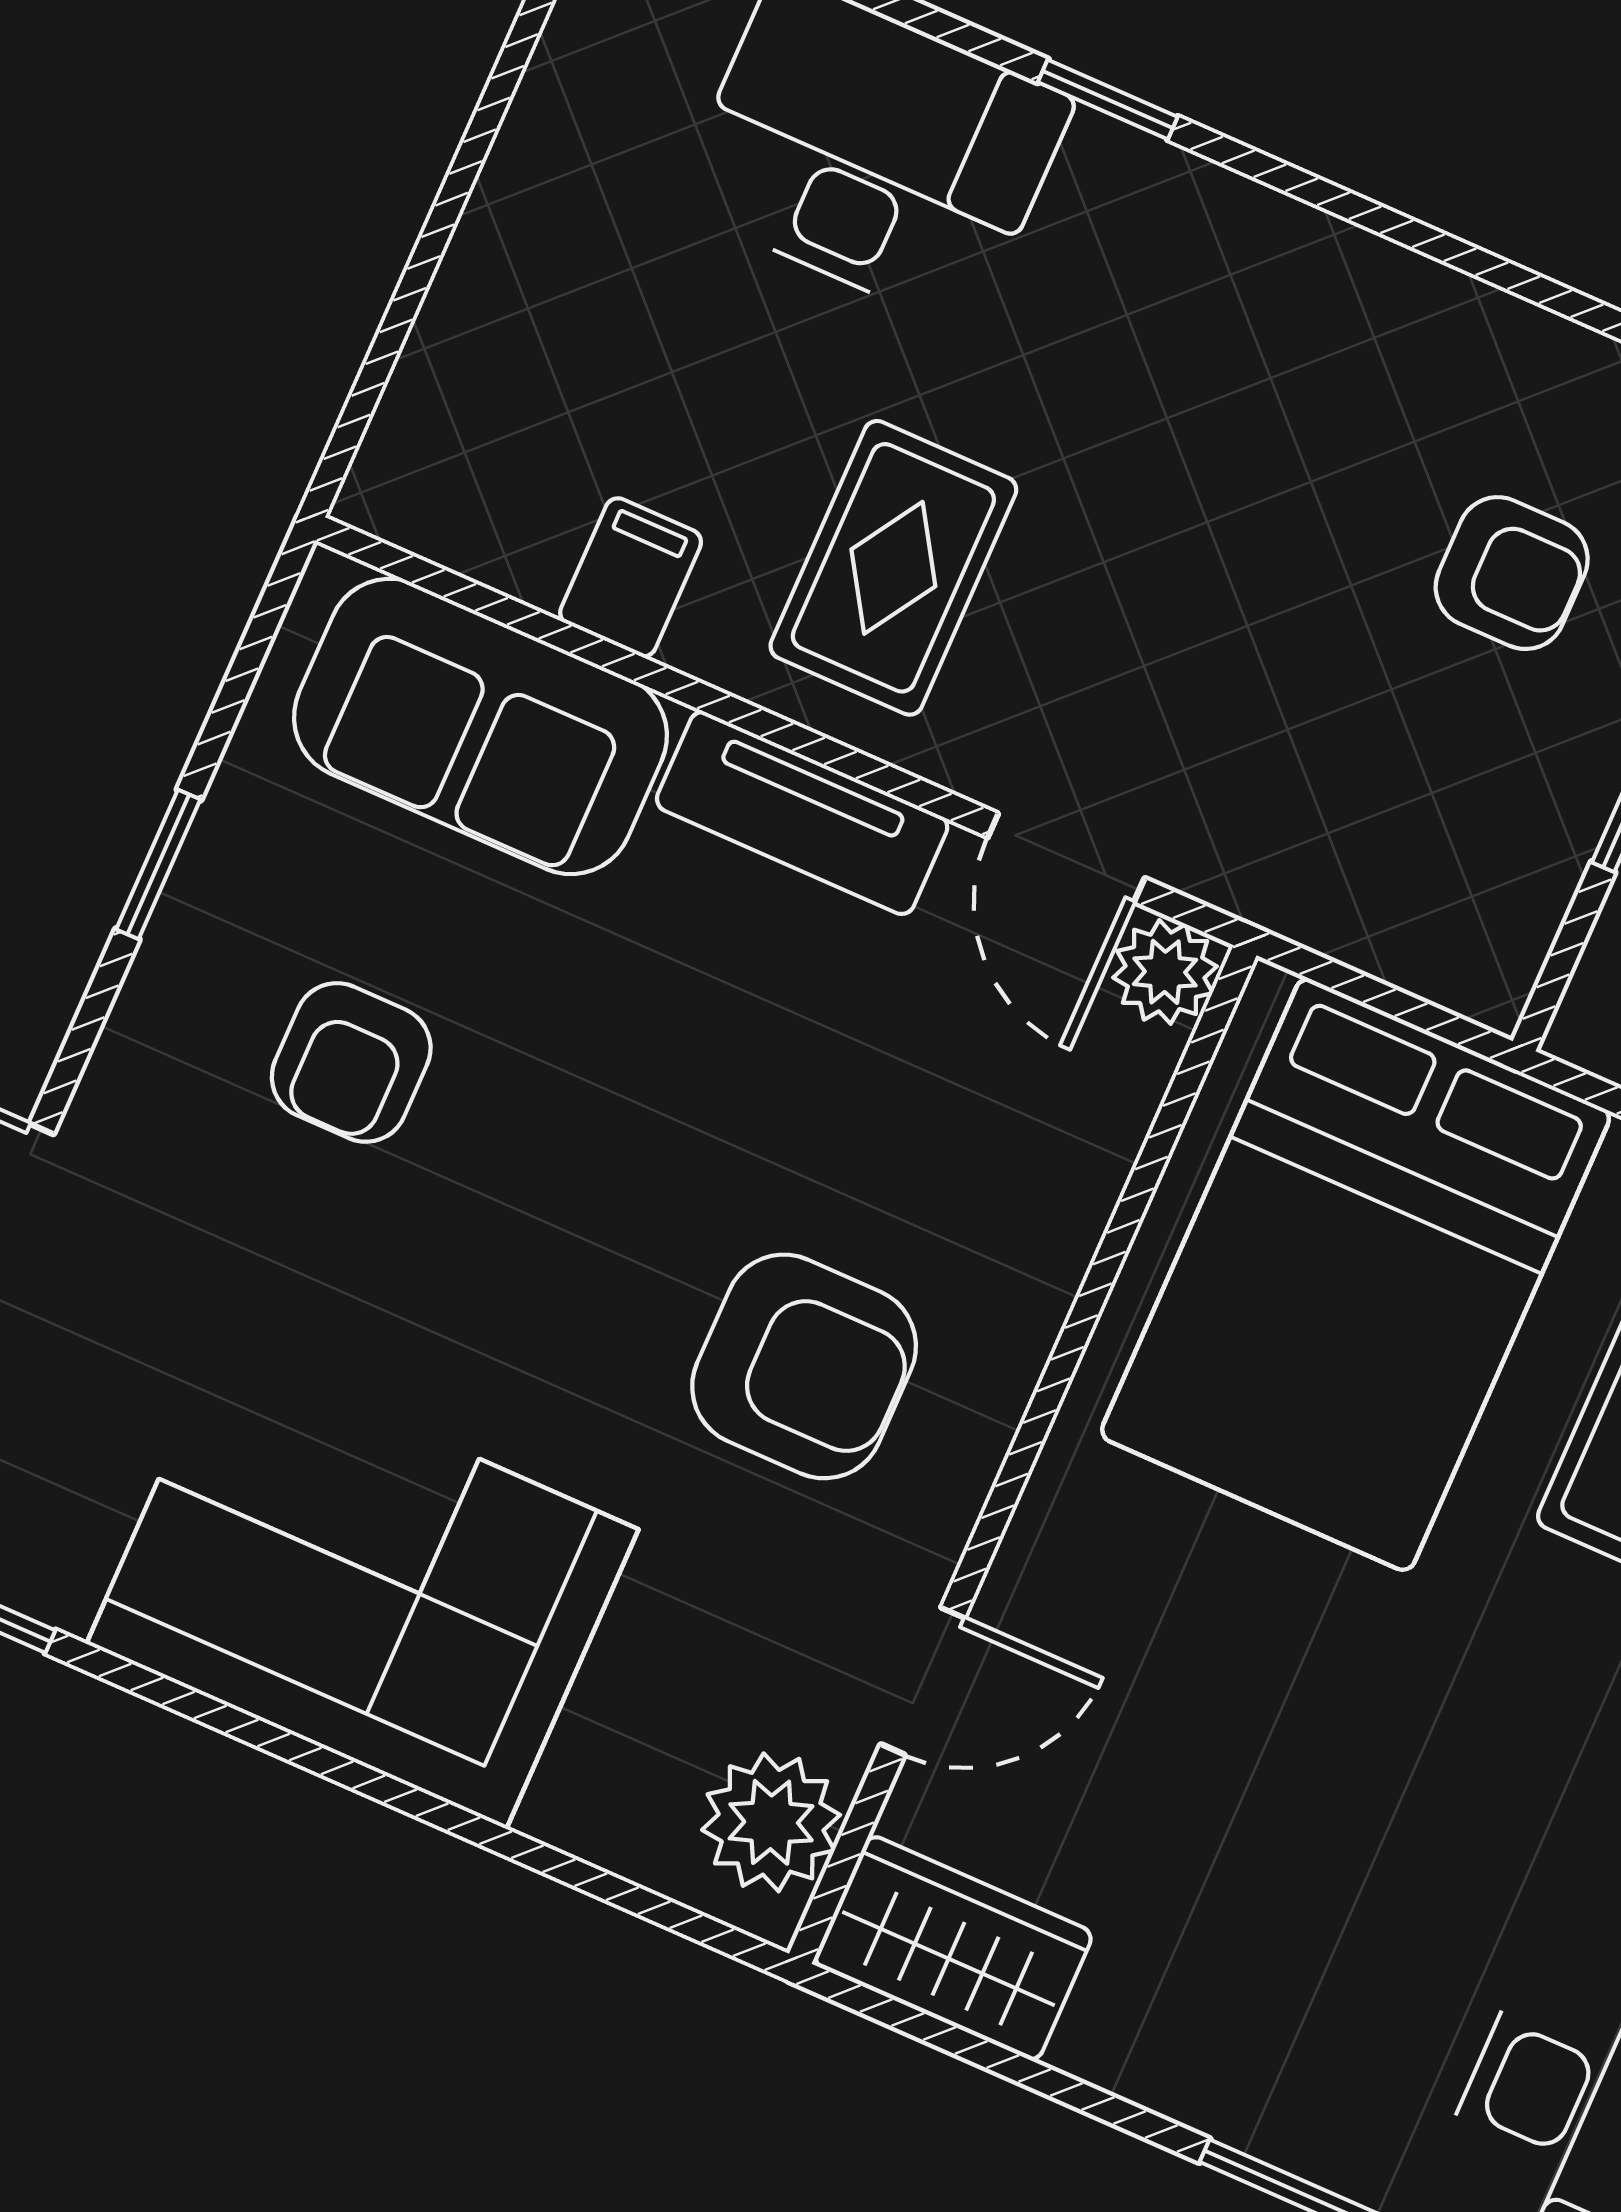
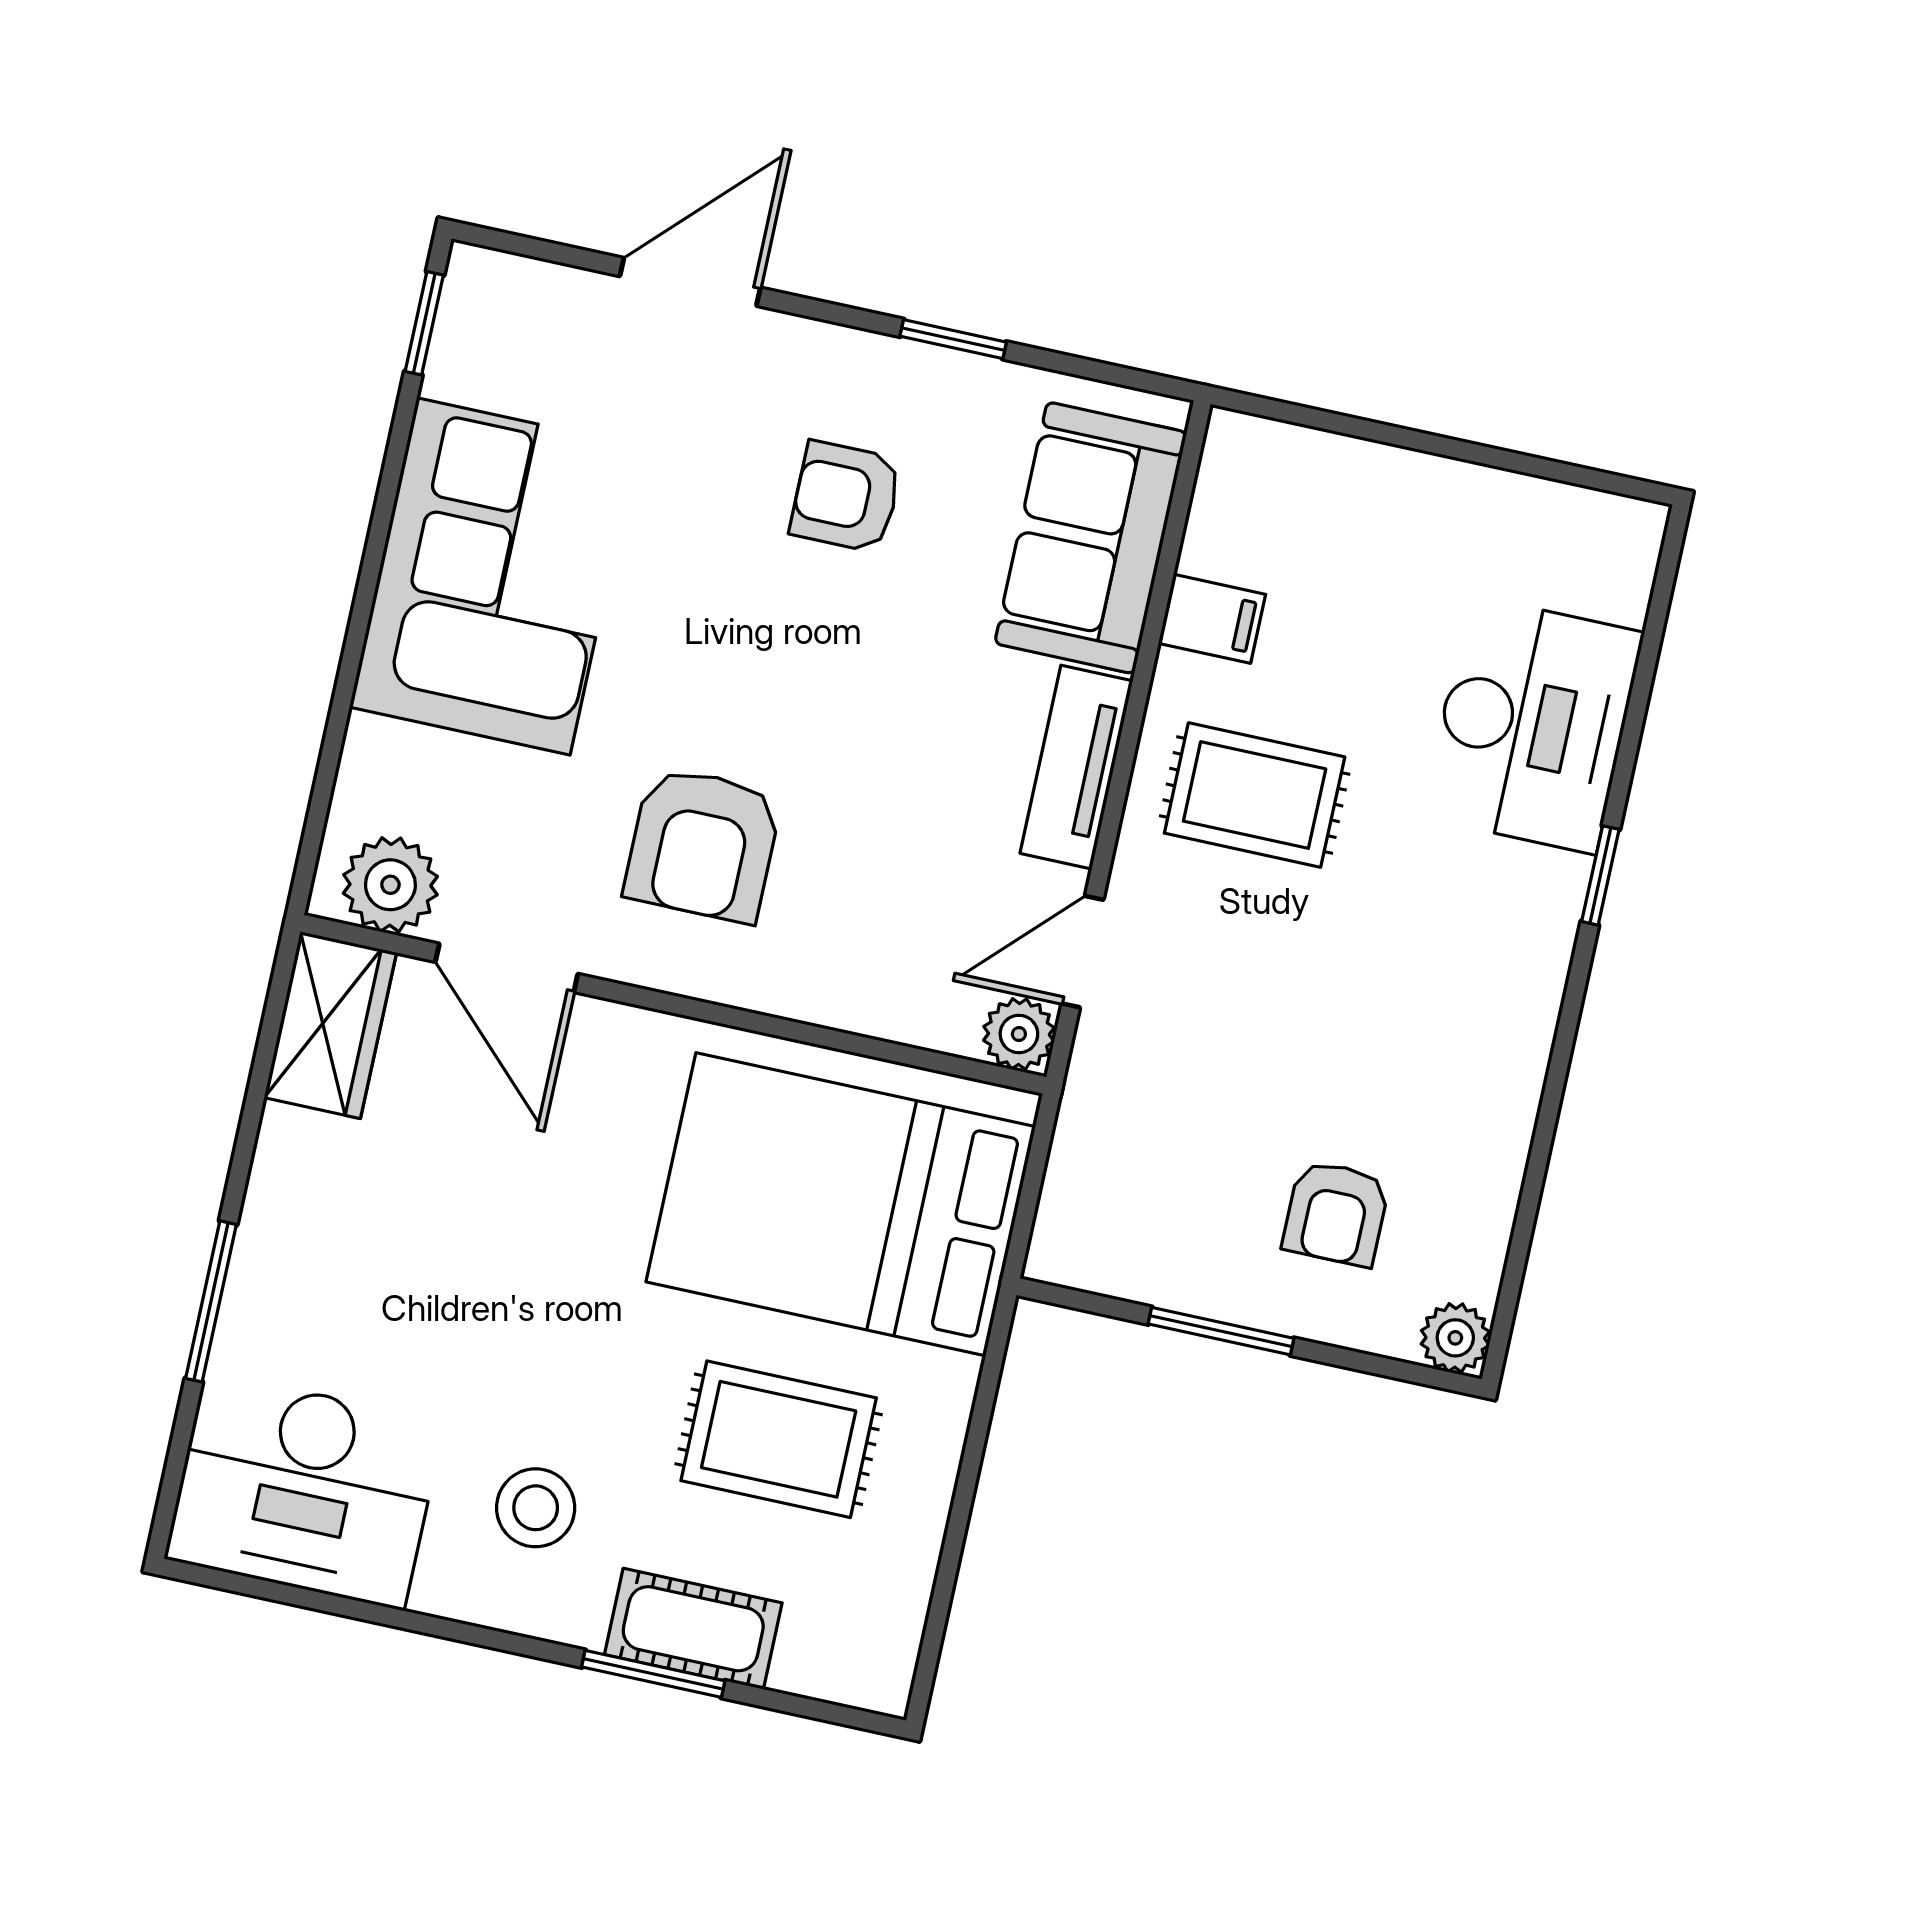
door: (923, 1681) -> (507, 968), width x1.38

